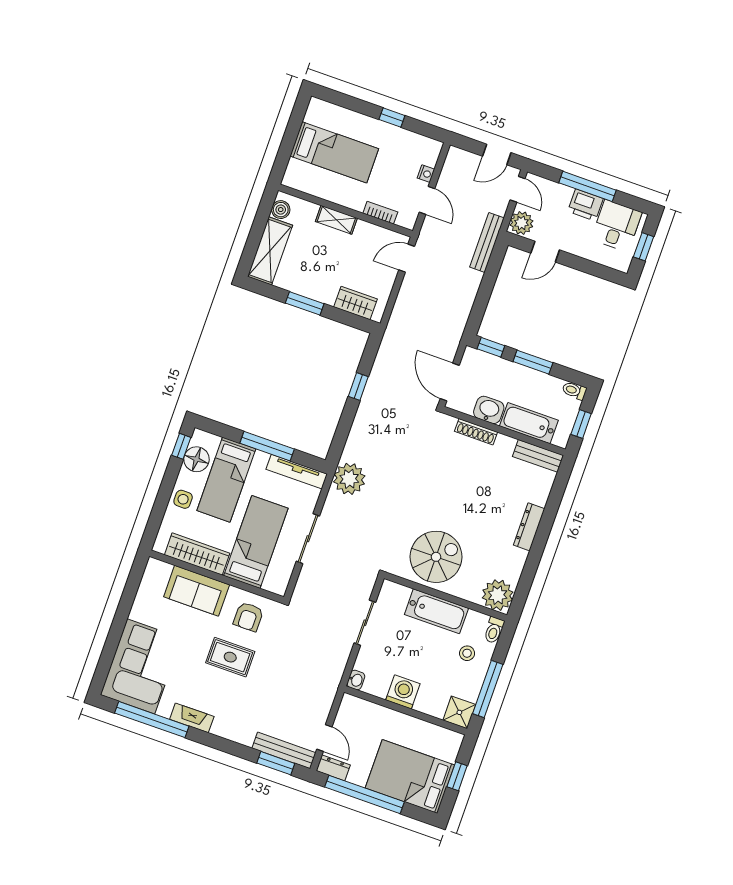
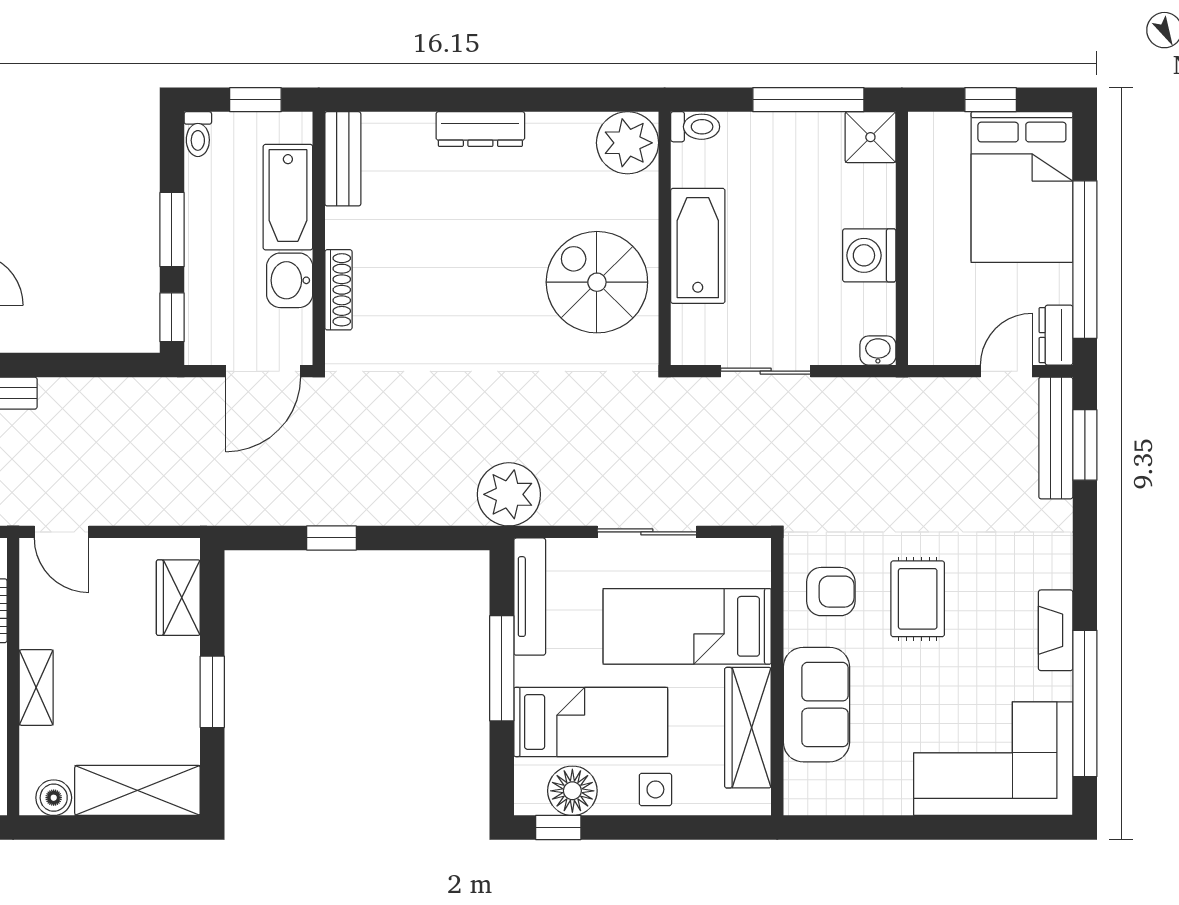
stool: (467, 653) -> (756, 162), removed

